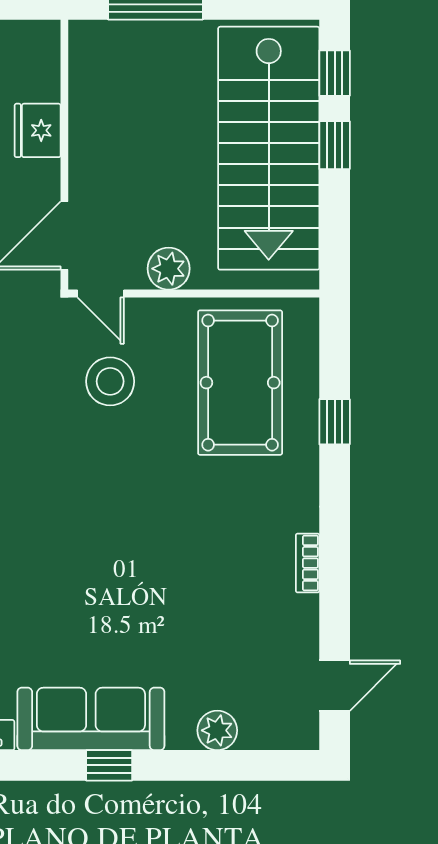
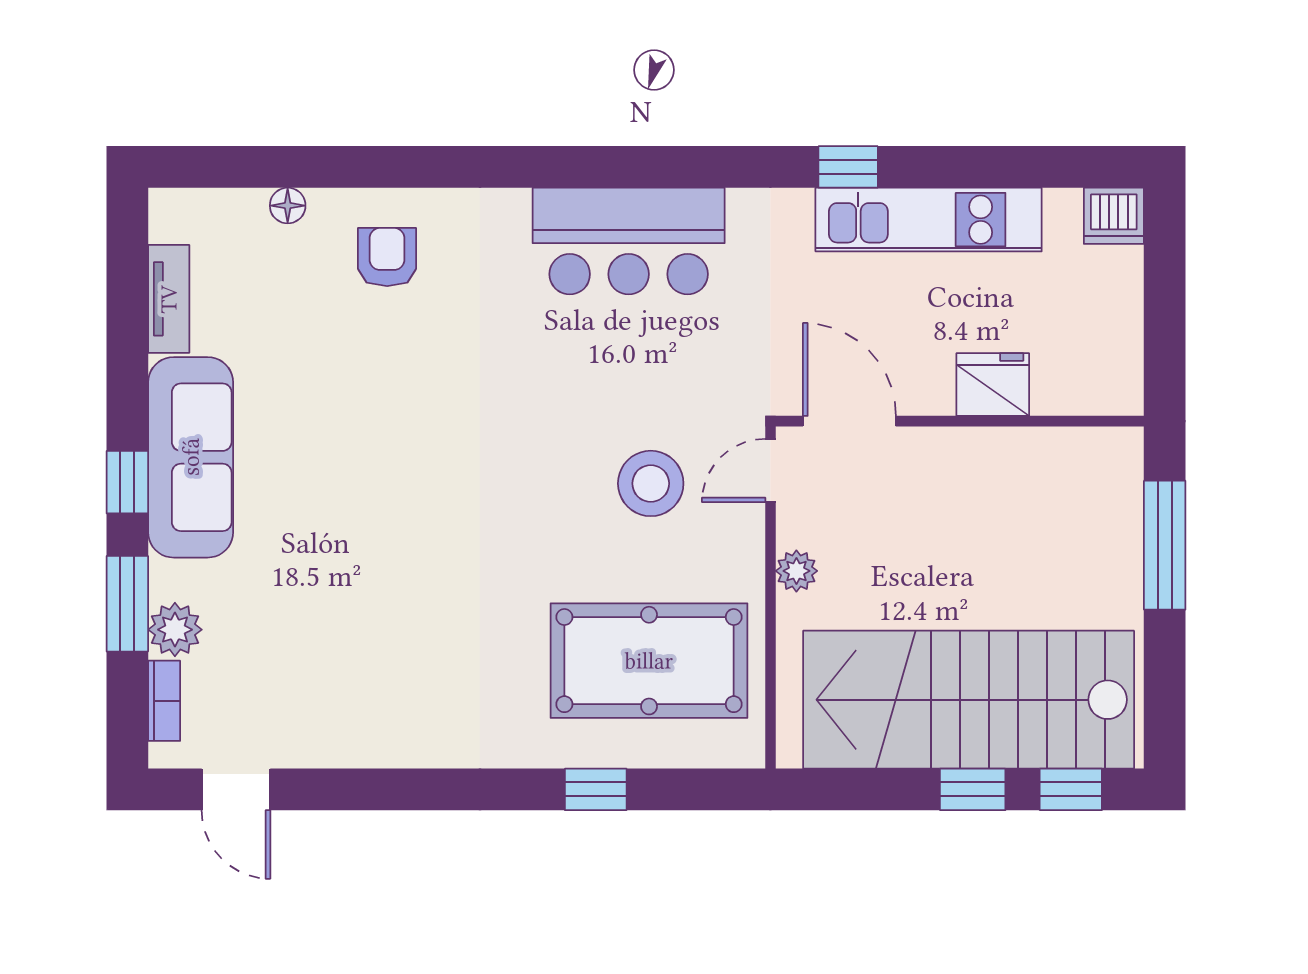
plant: (169, 269) -> (796, 571), width x0.73, depth x0.73
bookcase: (308, 563) -> (164, 701), moved, turned 90
window: (198, 765) -> (127, 604), added

